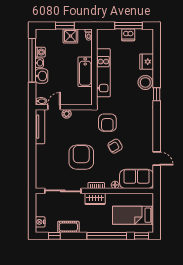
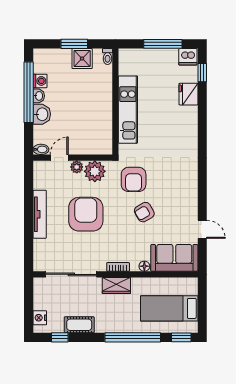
dishwasher: (128, 35) -> (188, 57), moved
bathtub: (85, 72) -> (103, 108), removed
stool: (145, 82) -> (187, 123), removed
window: (157, 94) -> (202, 73), moved
plant: (80, 117) -> (95, 171), added
tv unit: (40, 127) -> (40, 214), moved
armchair: (81, 157) -> (86, 214), moved

